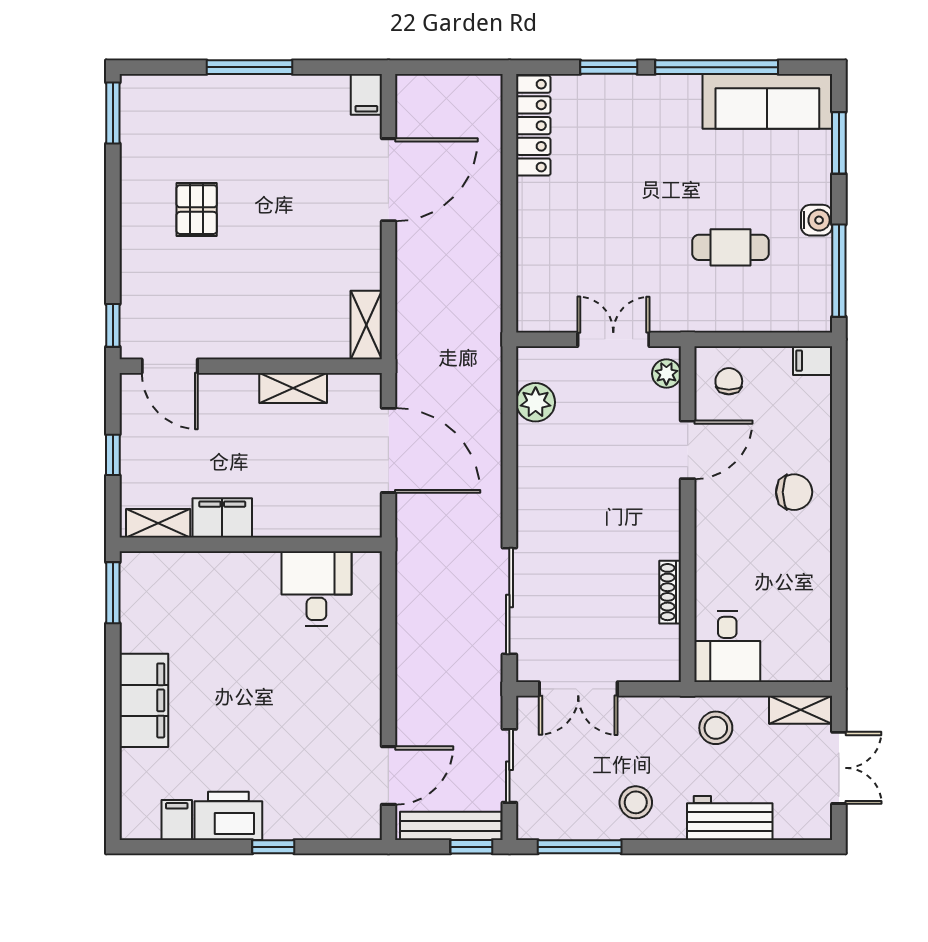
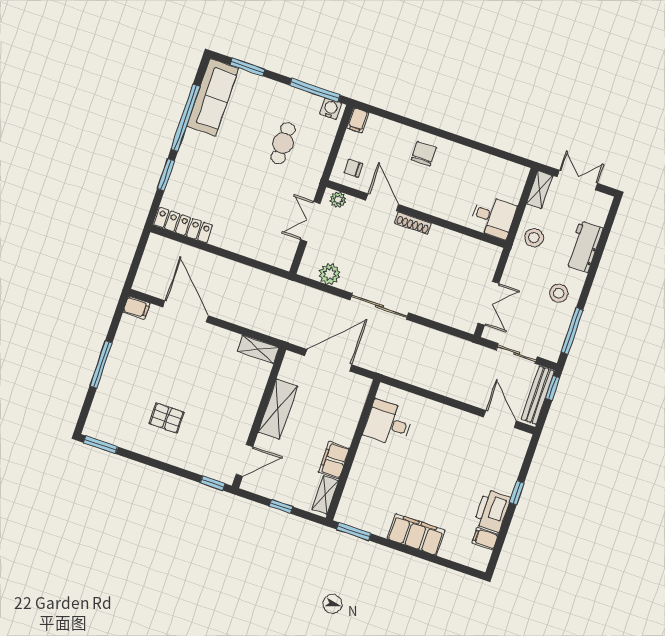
water cooler: (817, 220) -> (331, 109), moved
shelving: (293, 388) -> (278, 409), width x1.50, depth x1.33
shoe rack: (670, 592) -> (413, 223), moved
sliding door: (509, 601) -> (379, 306), moved

